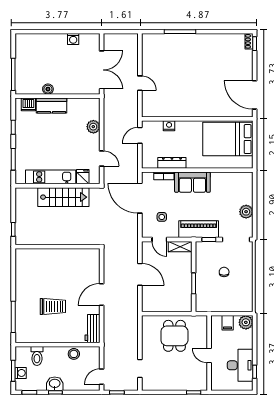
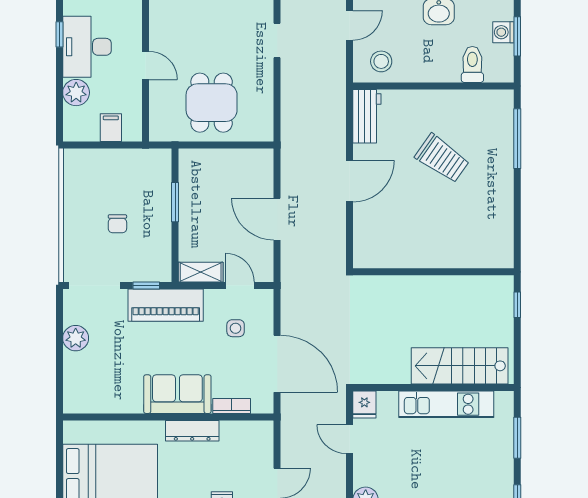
dresser: (172, 163) -> (192, 431), moved
fridge: (83, 177) -> (364, 405), moved
stairs: (63, 197) -> (460, 366), moved
trolley: (53, 306) -> (442, 158), turned -145
plant: (246, 322) -> (76, 93), moved
stool: (74, 354) -> (381, 61), moved

